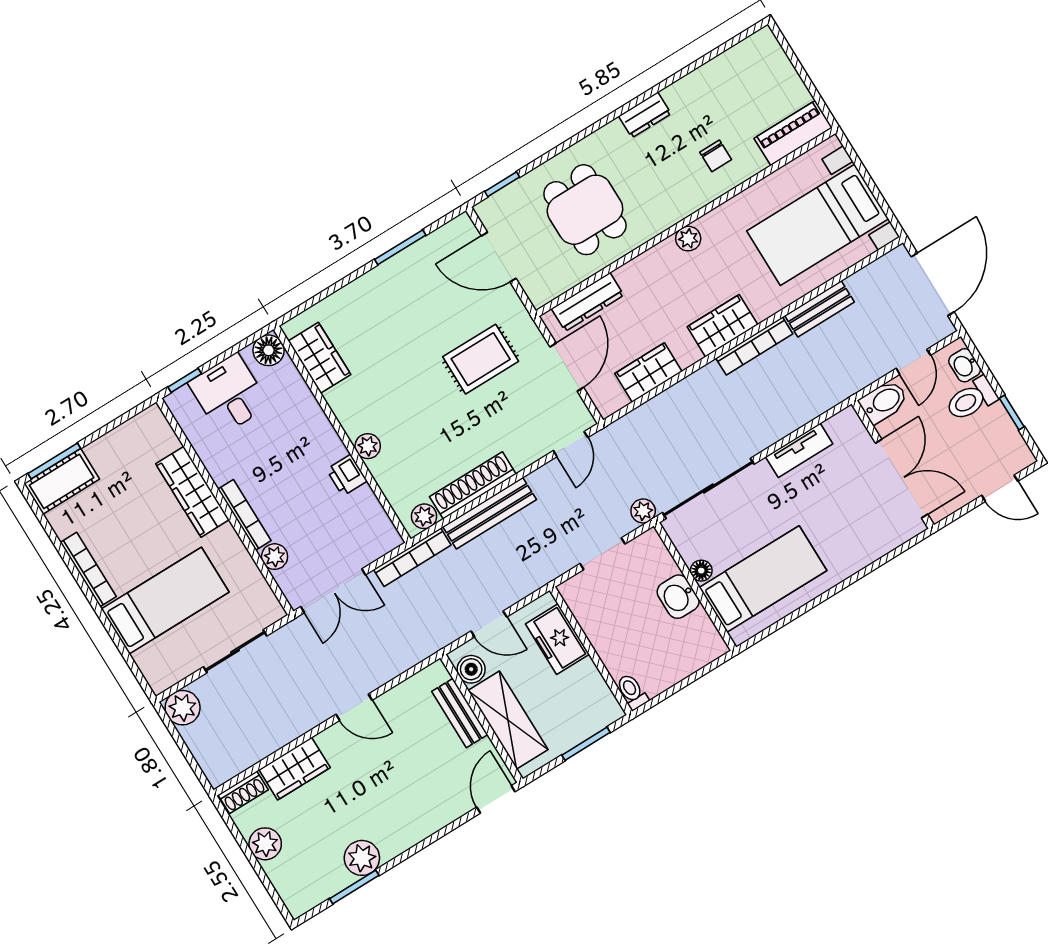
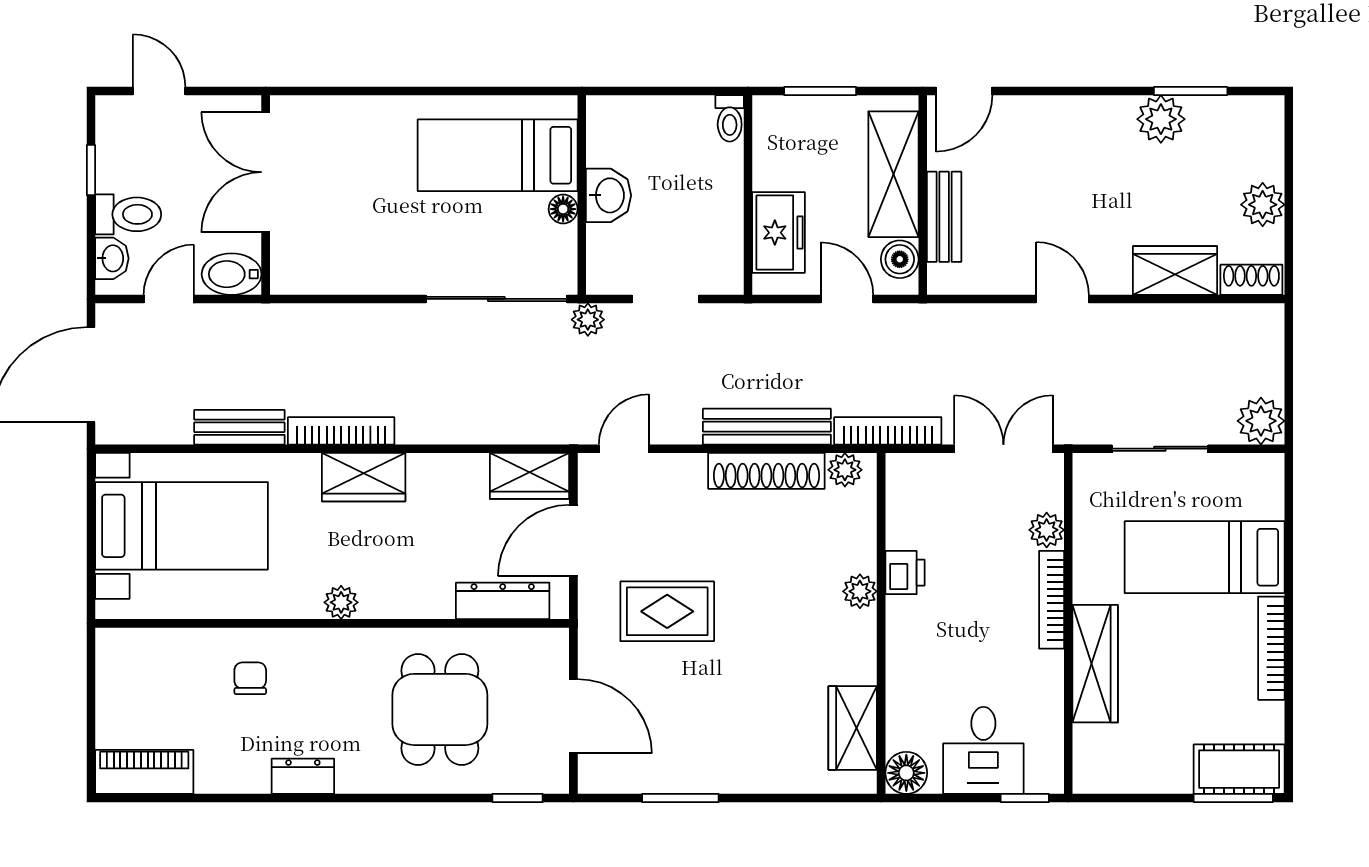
piano: (793, 133) -> (144, 772), moved, turned 180
wardrobe: (648, 373) -> (530, 476), moved
tv unit: (799, 450) -> (364, 278), removed

